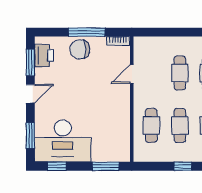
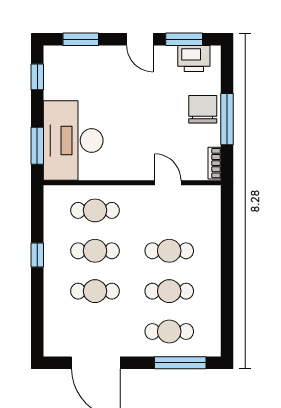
desk: (63, 141) -> (73, 141), moved

